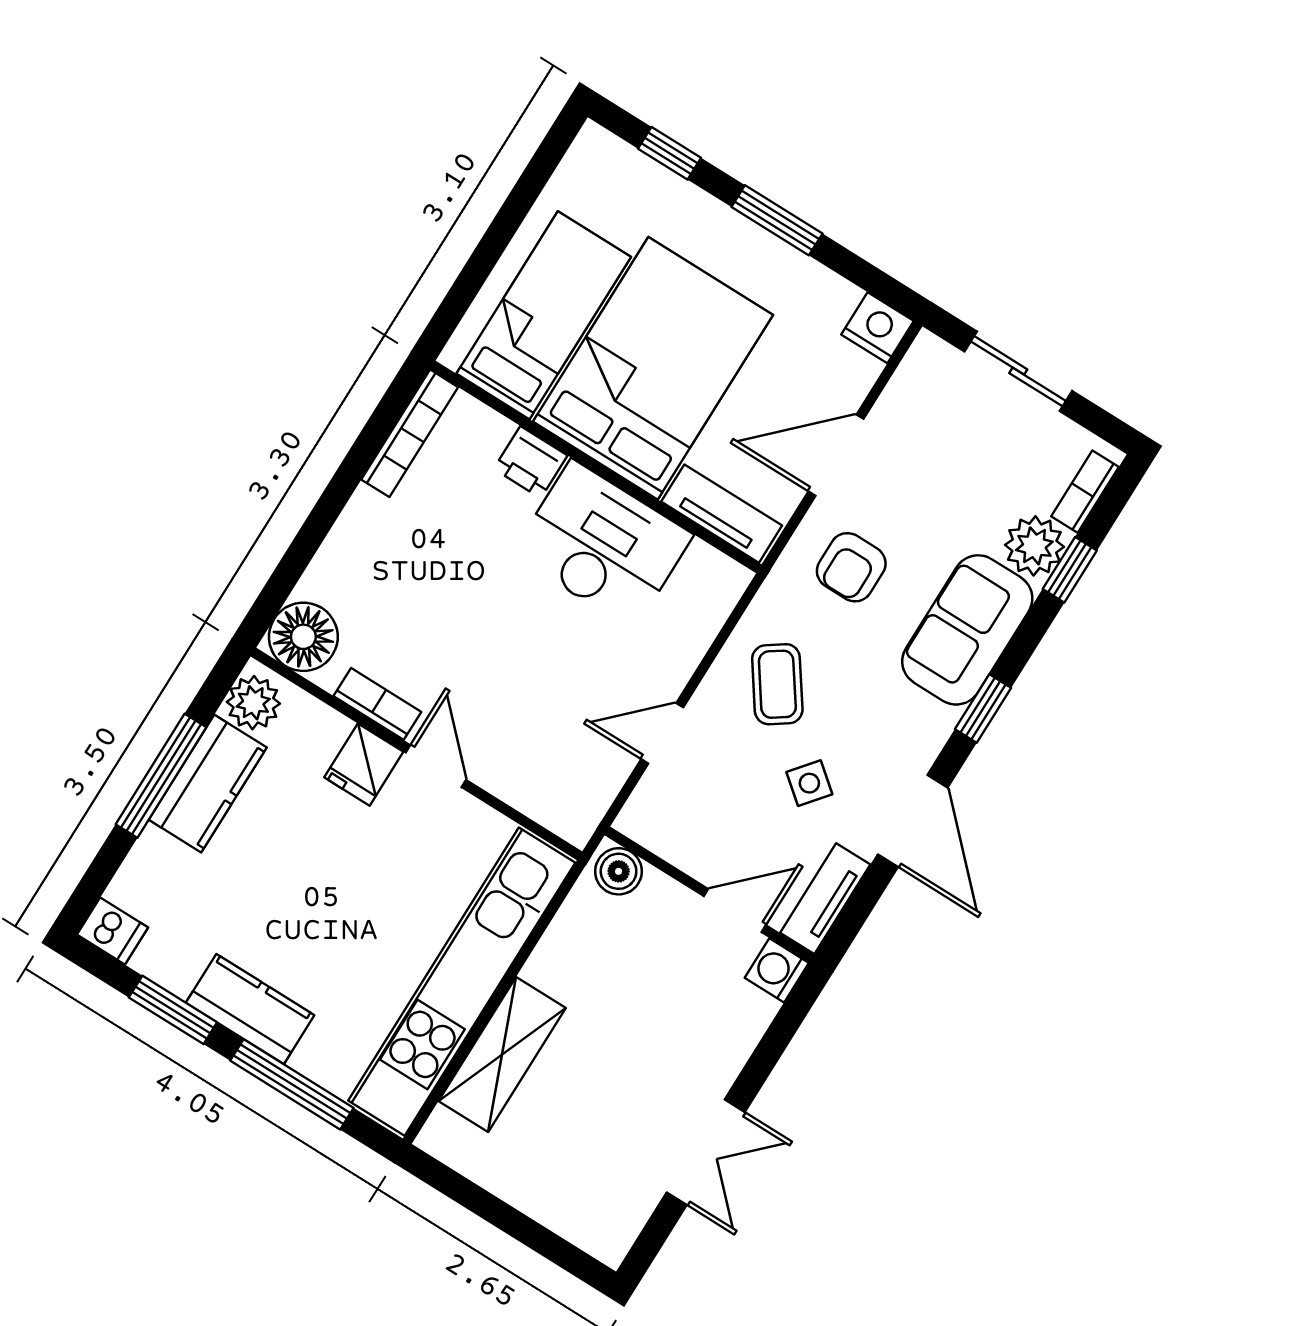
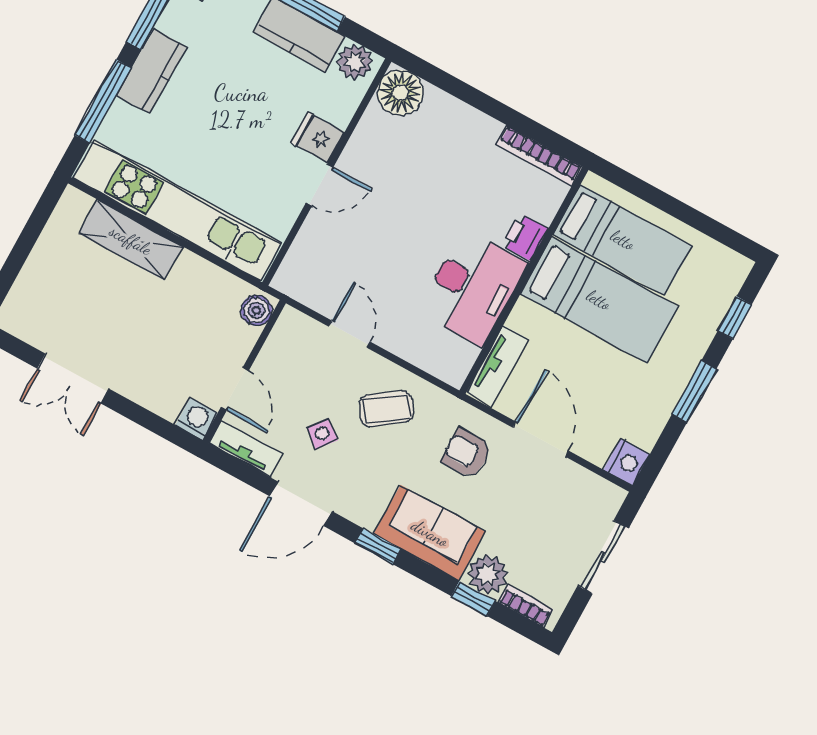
bed: (653, 368) -> (599, 300), width x0.67
bookcase: (377, 704) -> (359, 144), removed

